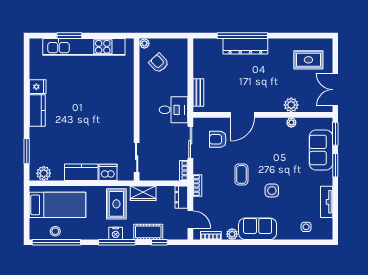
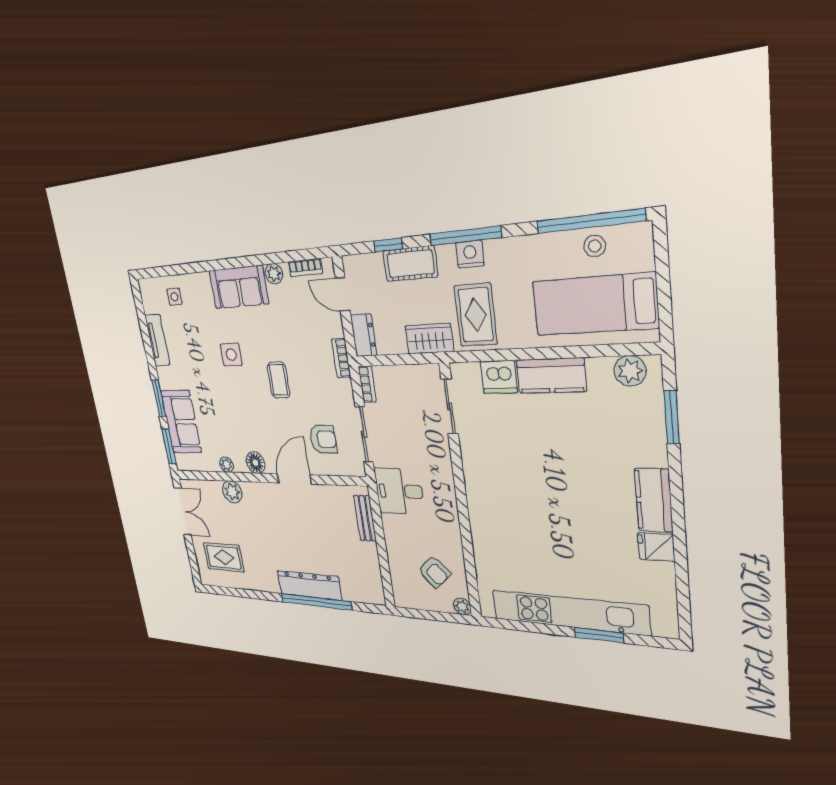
floor lamp: (269, 124) -> (255, 463), added

